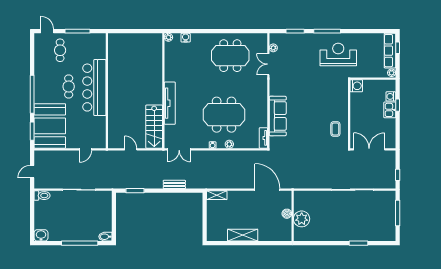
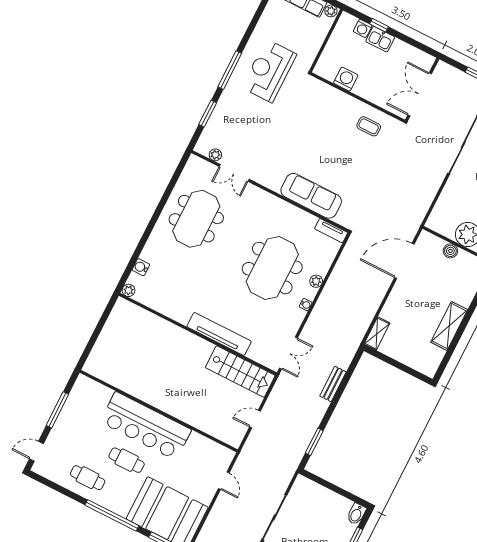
cafe table: (60, 50) -> (88, 478), moved
washing machine: (356, 86) -> (346, 79), moved

